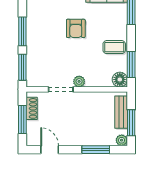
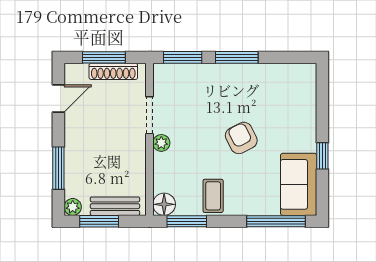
armchair: (76, 28) -> (241, 138), turned 63
shoe rack: (32, 108) -> (113, 71), width x1.43

